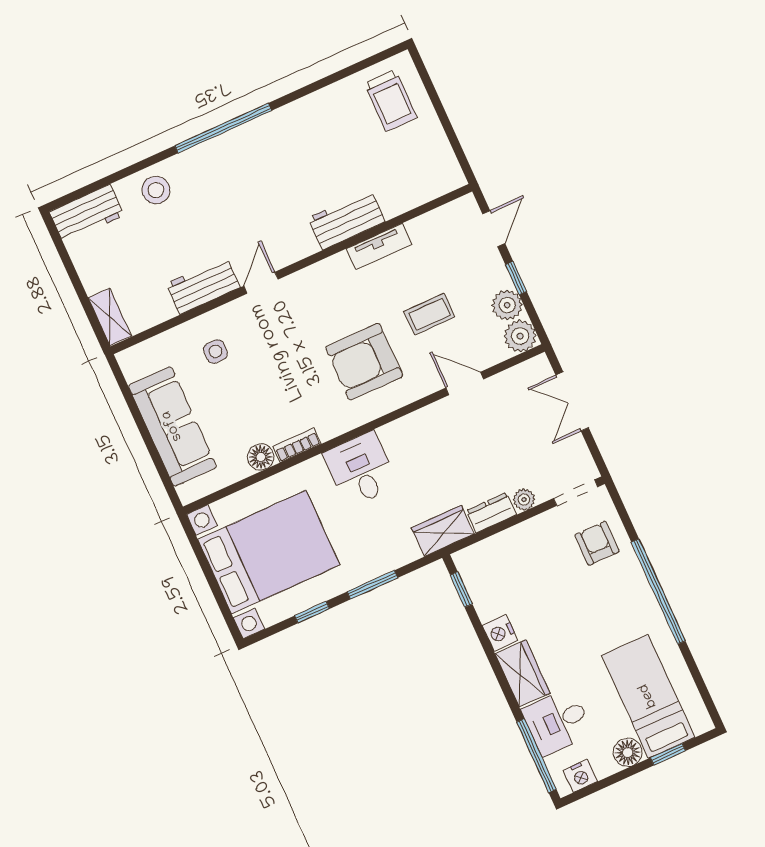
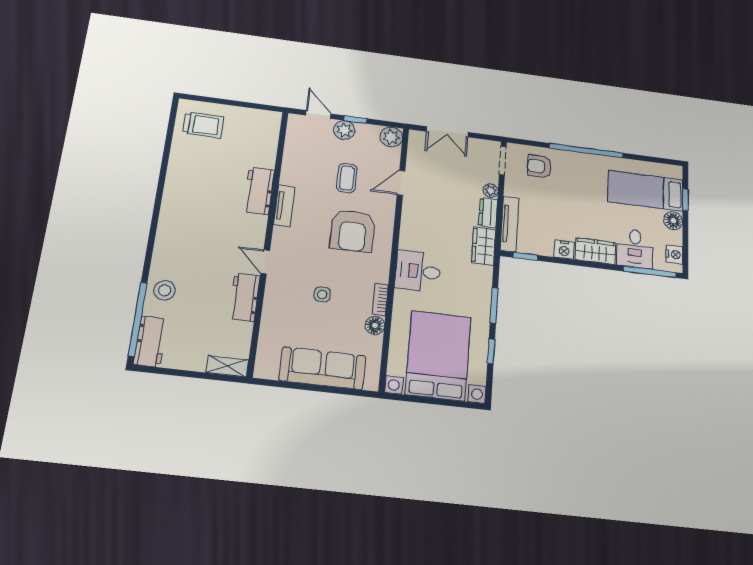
window: (223, 128) -> (138, 319), moved
tv unit: (379, 247) -> (284, 206), moved
plant: (507, 305) -> (344, 130), moved
side table: (216, 351) -> (322, 294), moved
tv unit: (493, 547) -> (510, 224), added

